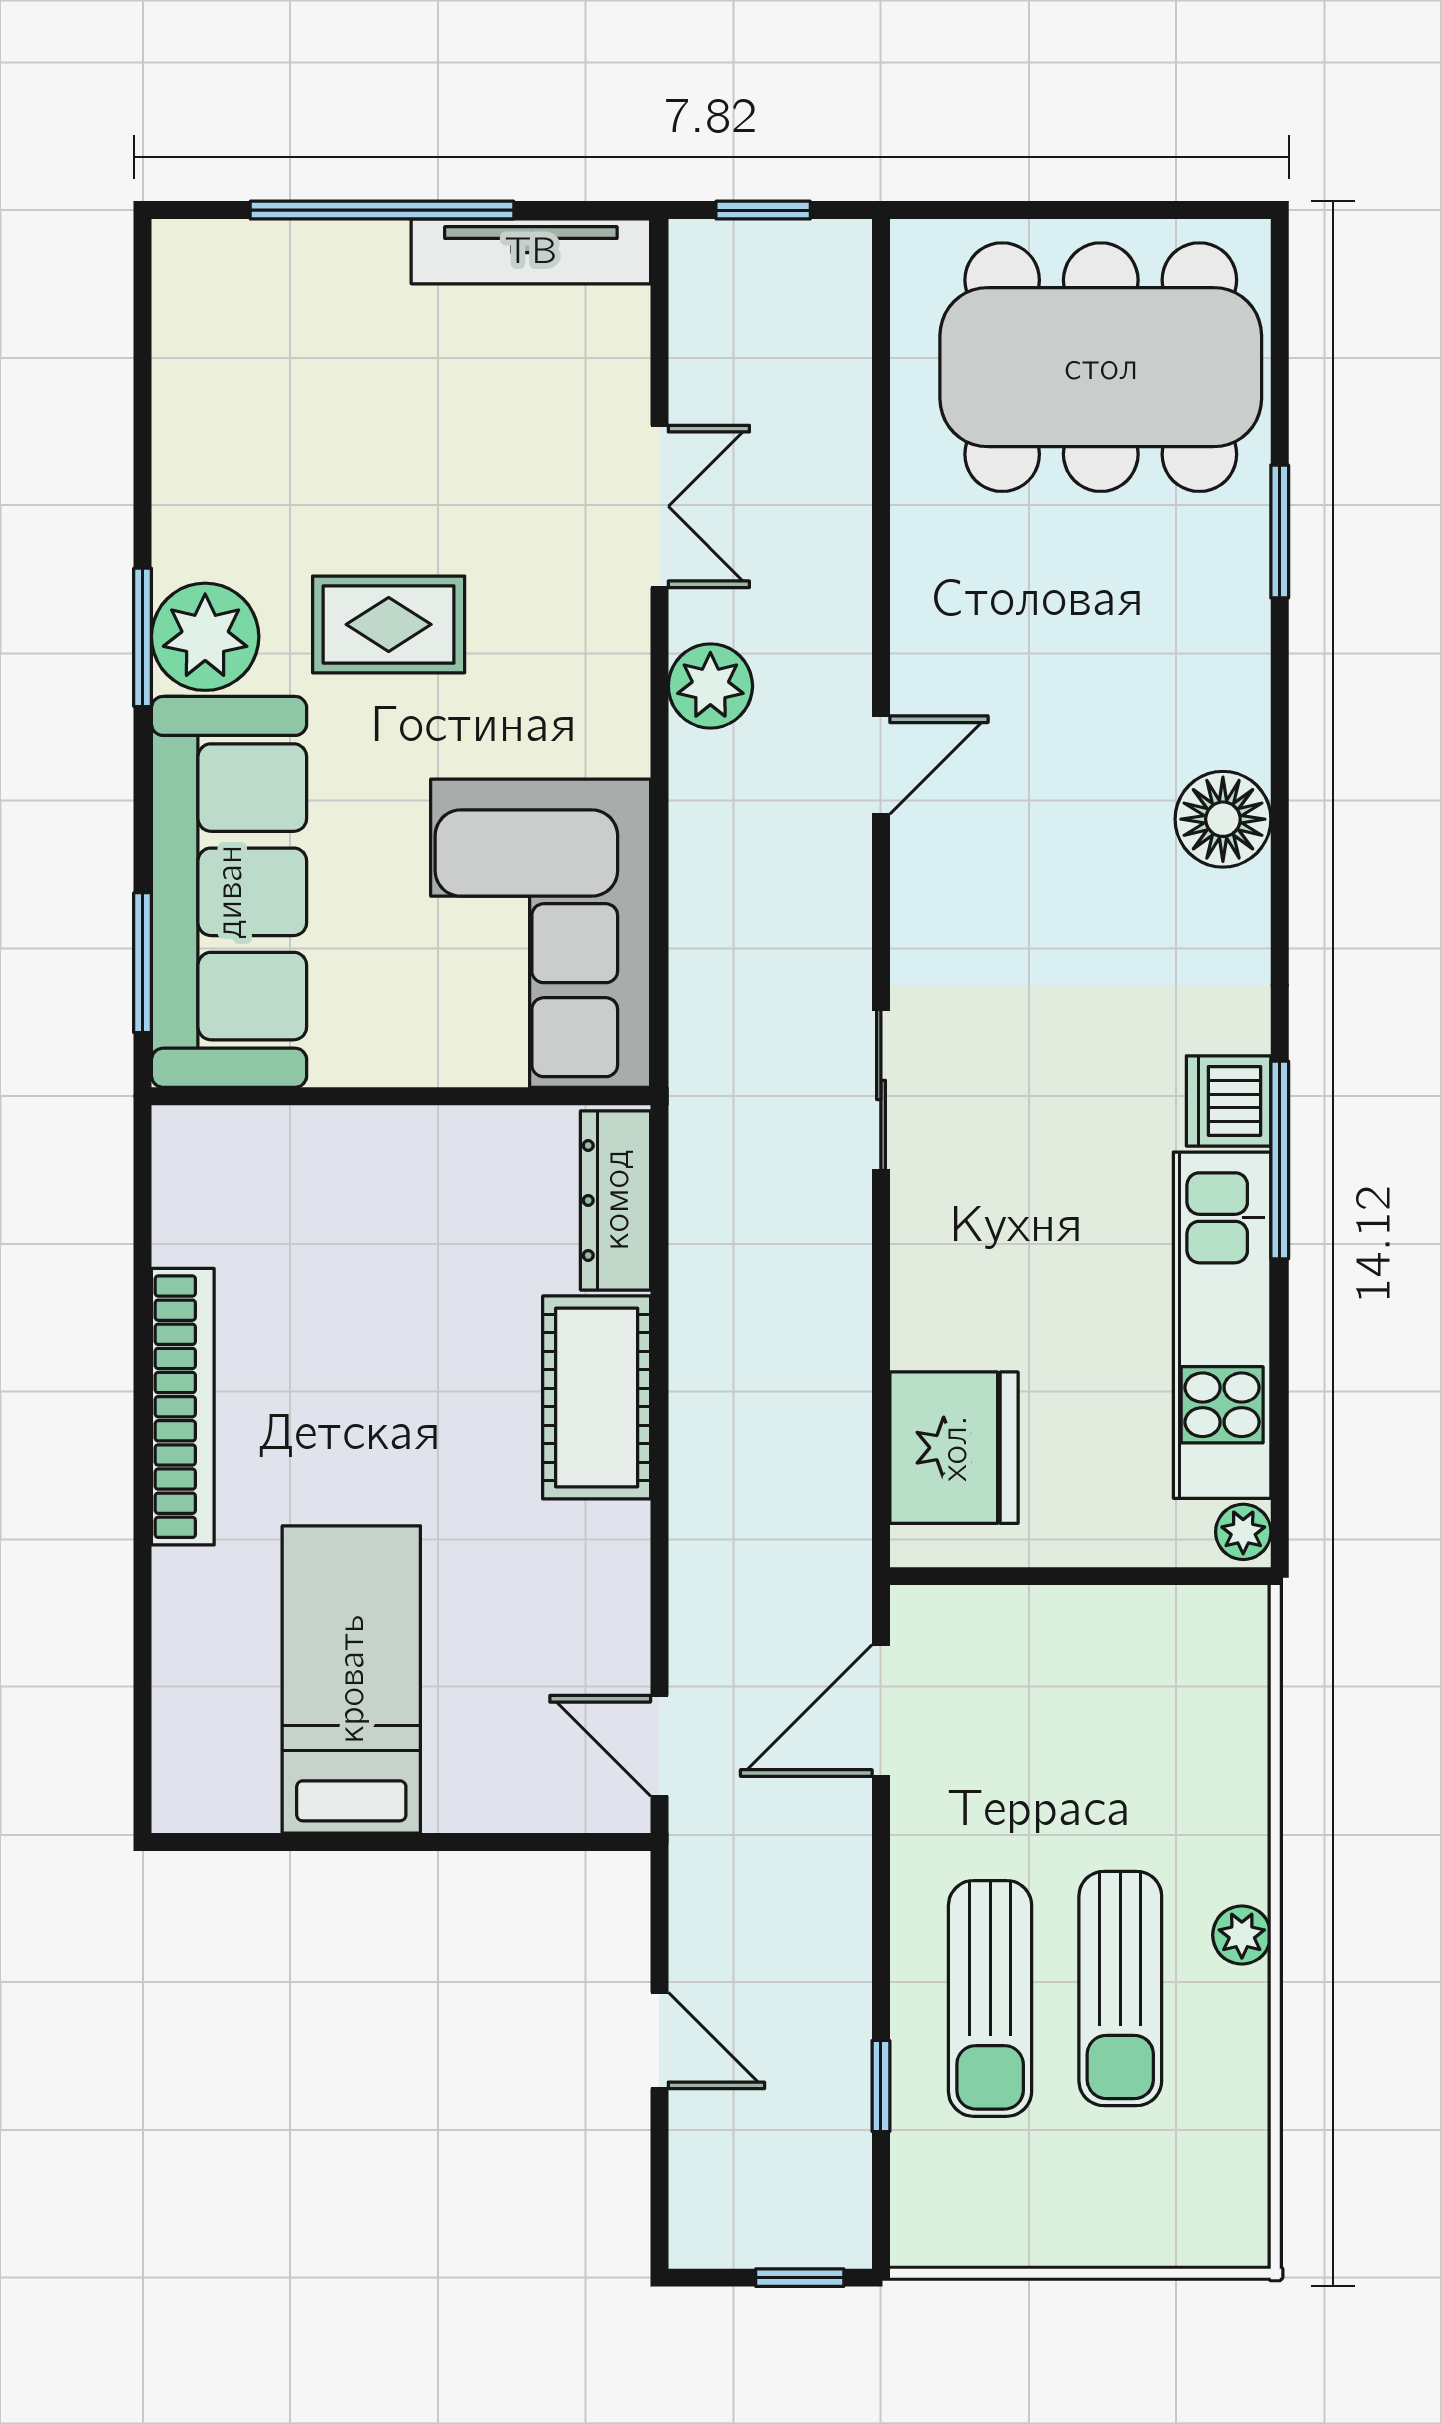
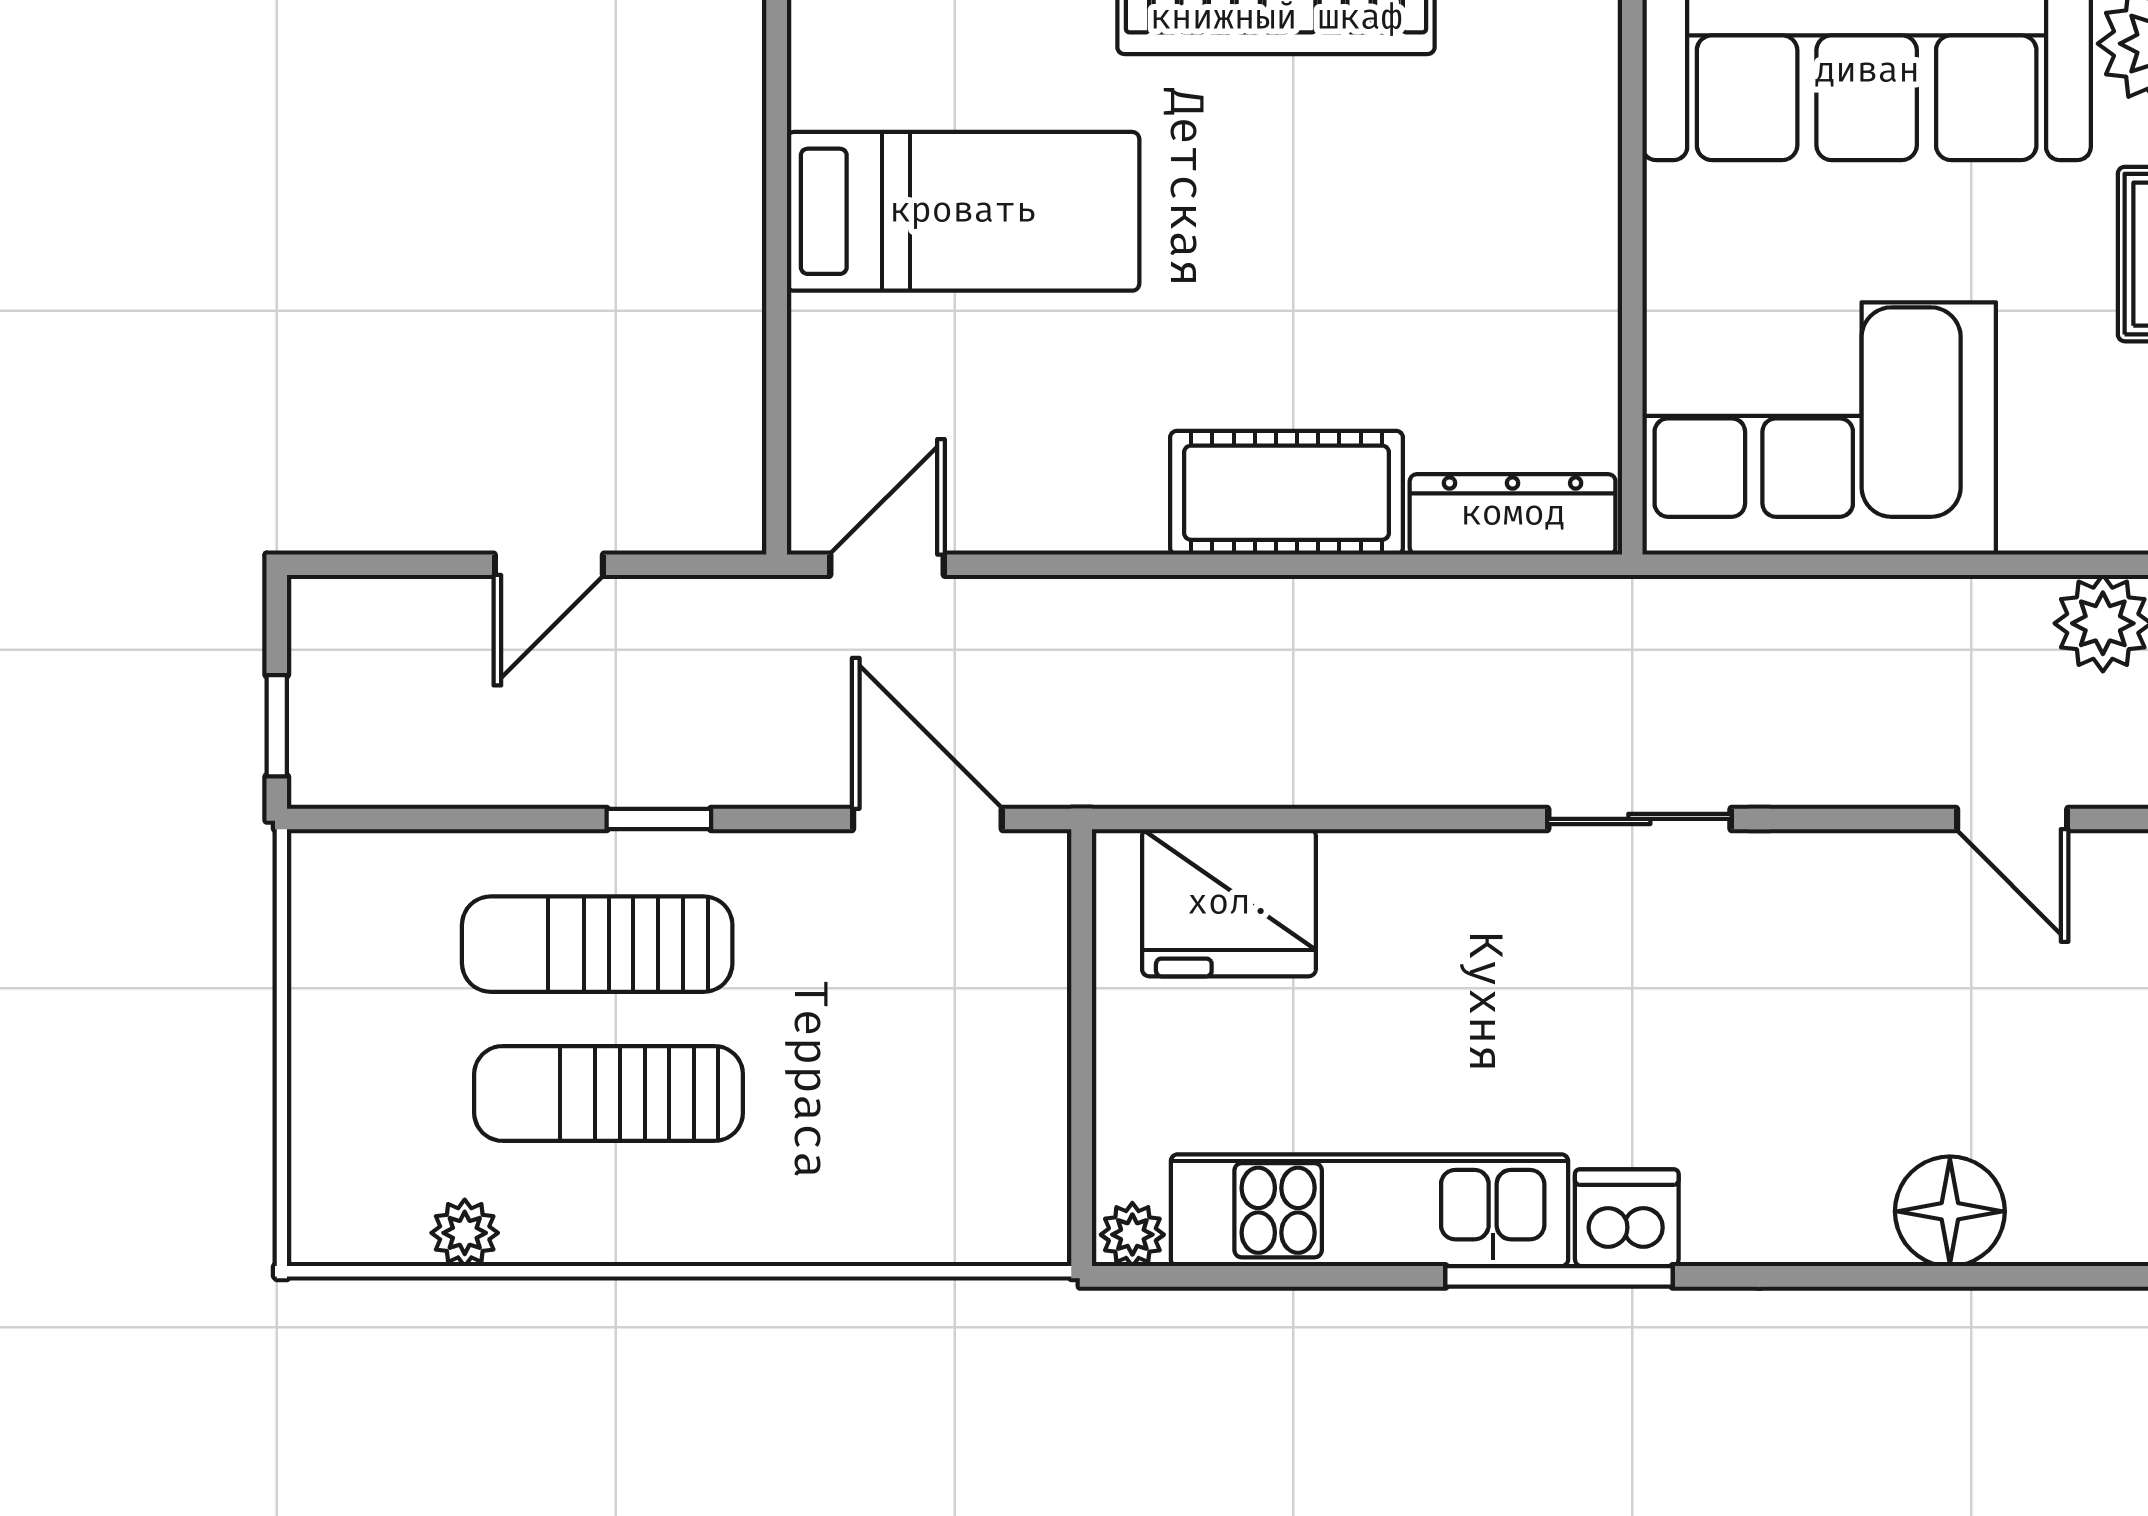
plant: (1242, 1935) -> (465, 1233), moved
window: (881, 2086) -> (659, 819), moved

